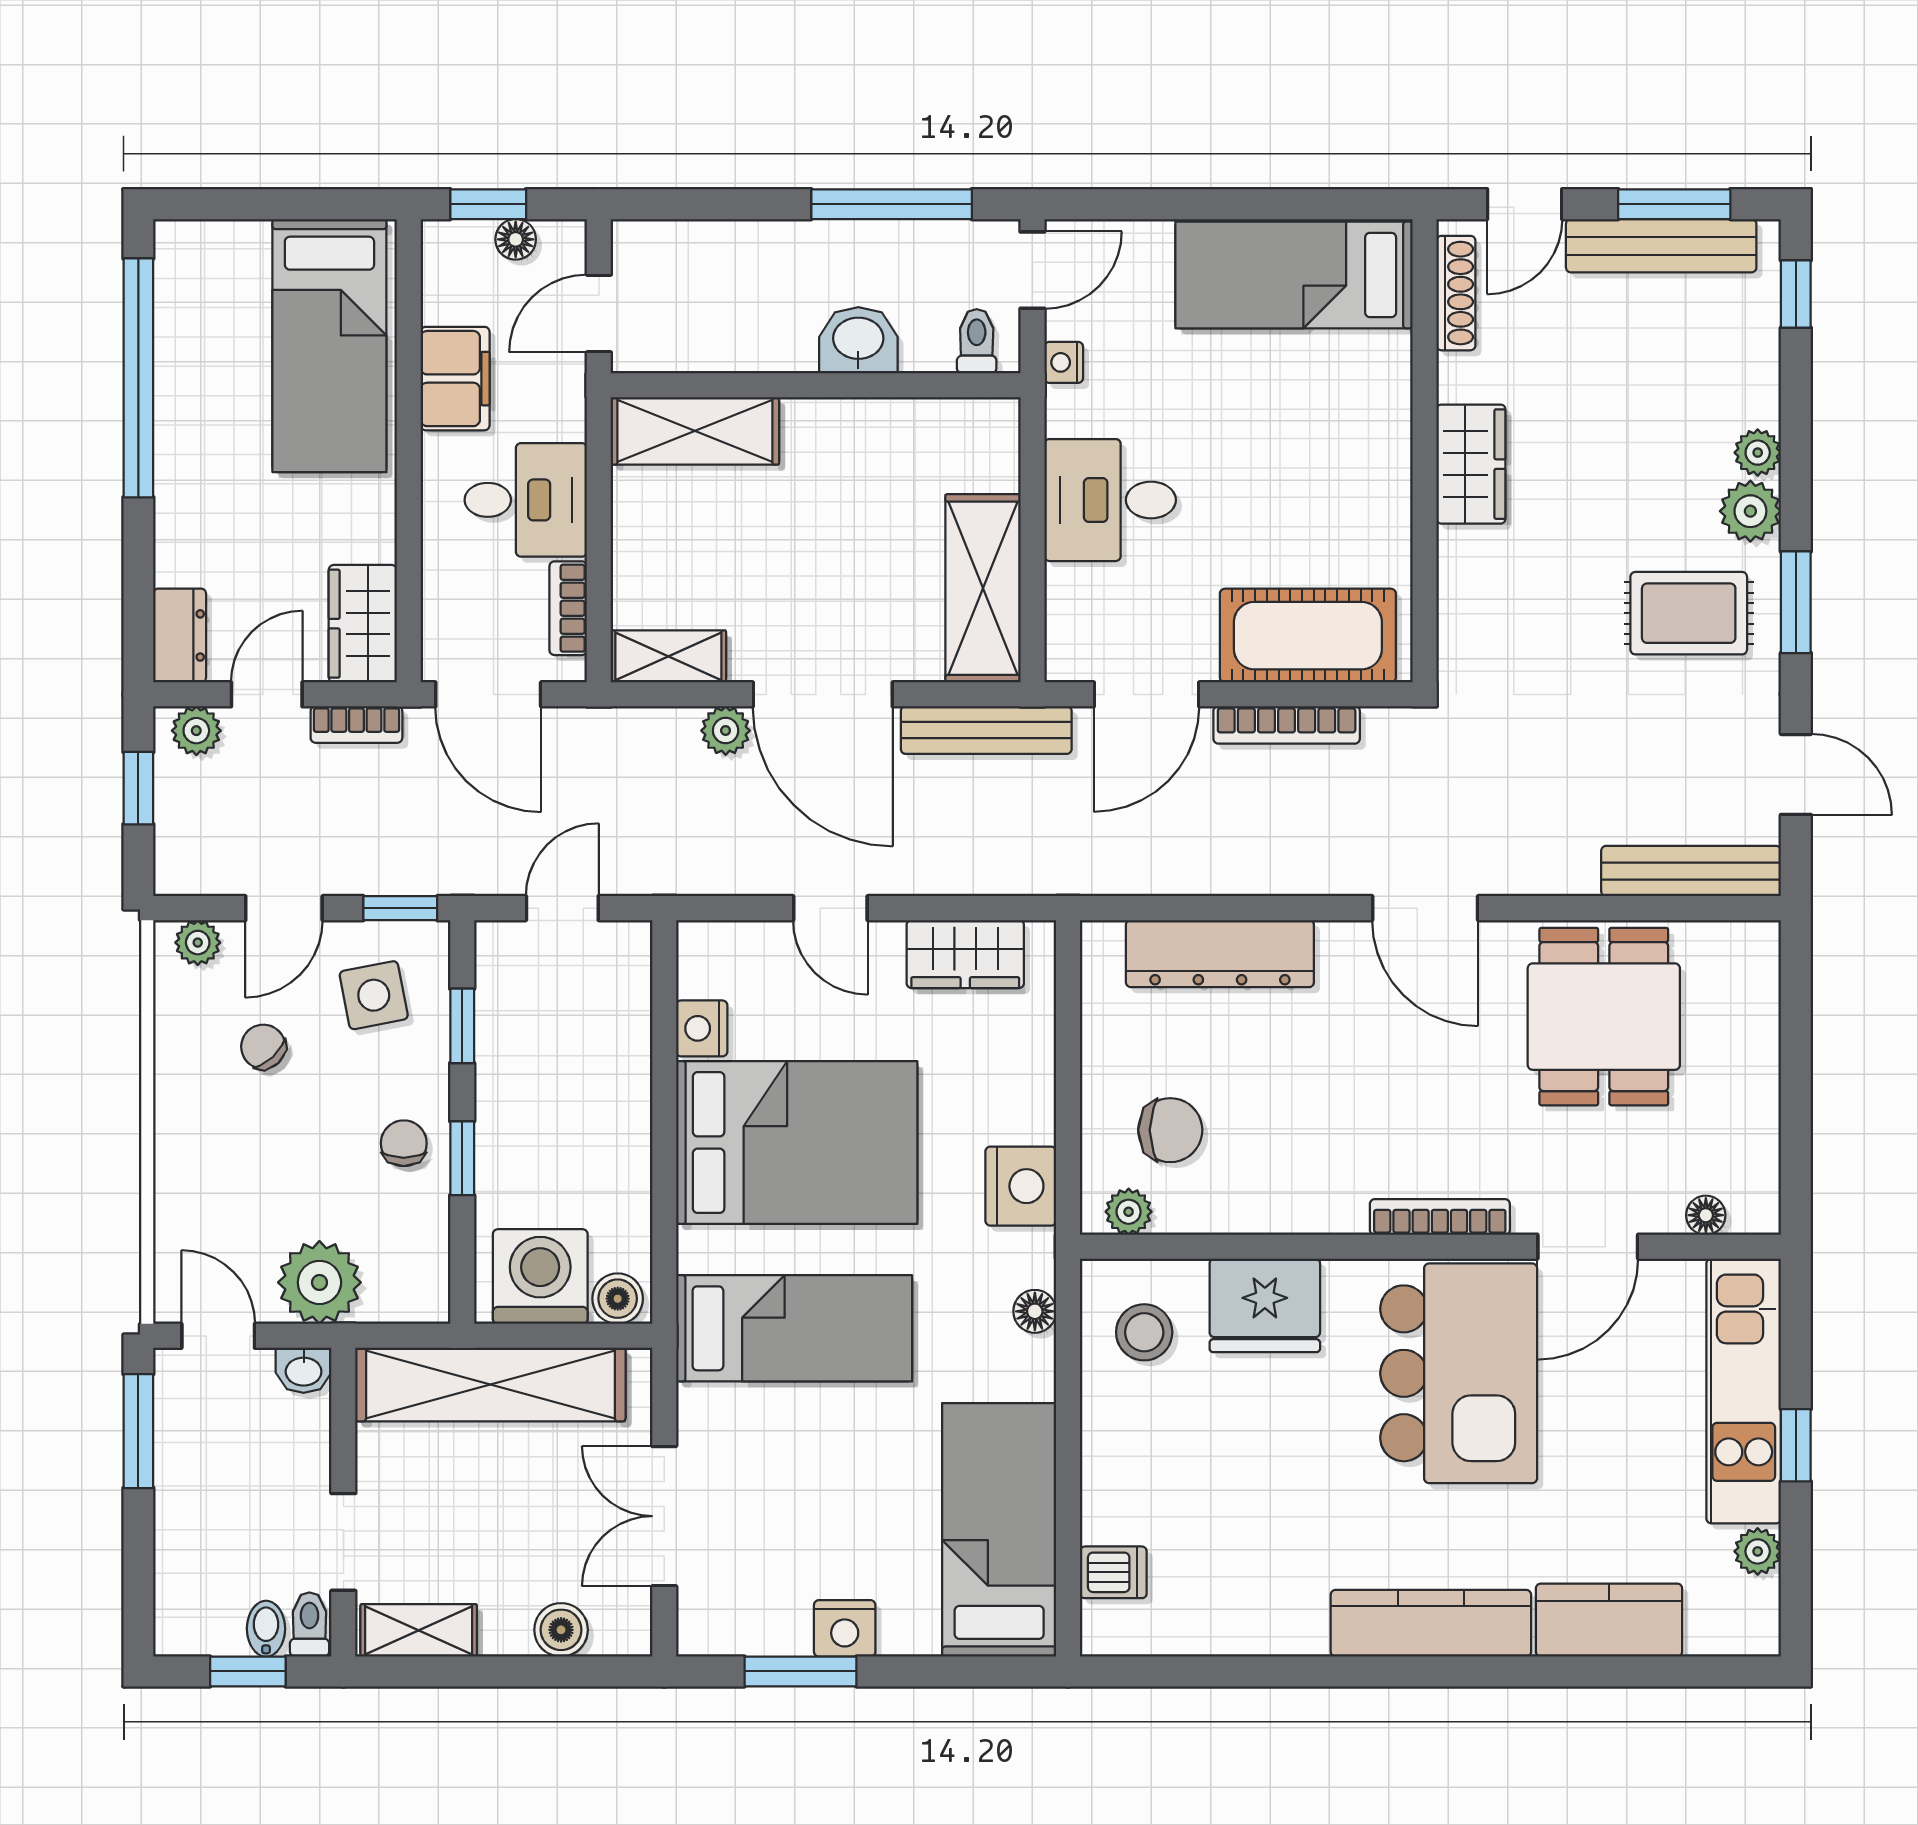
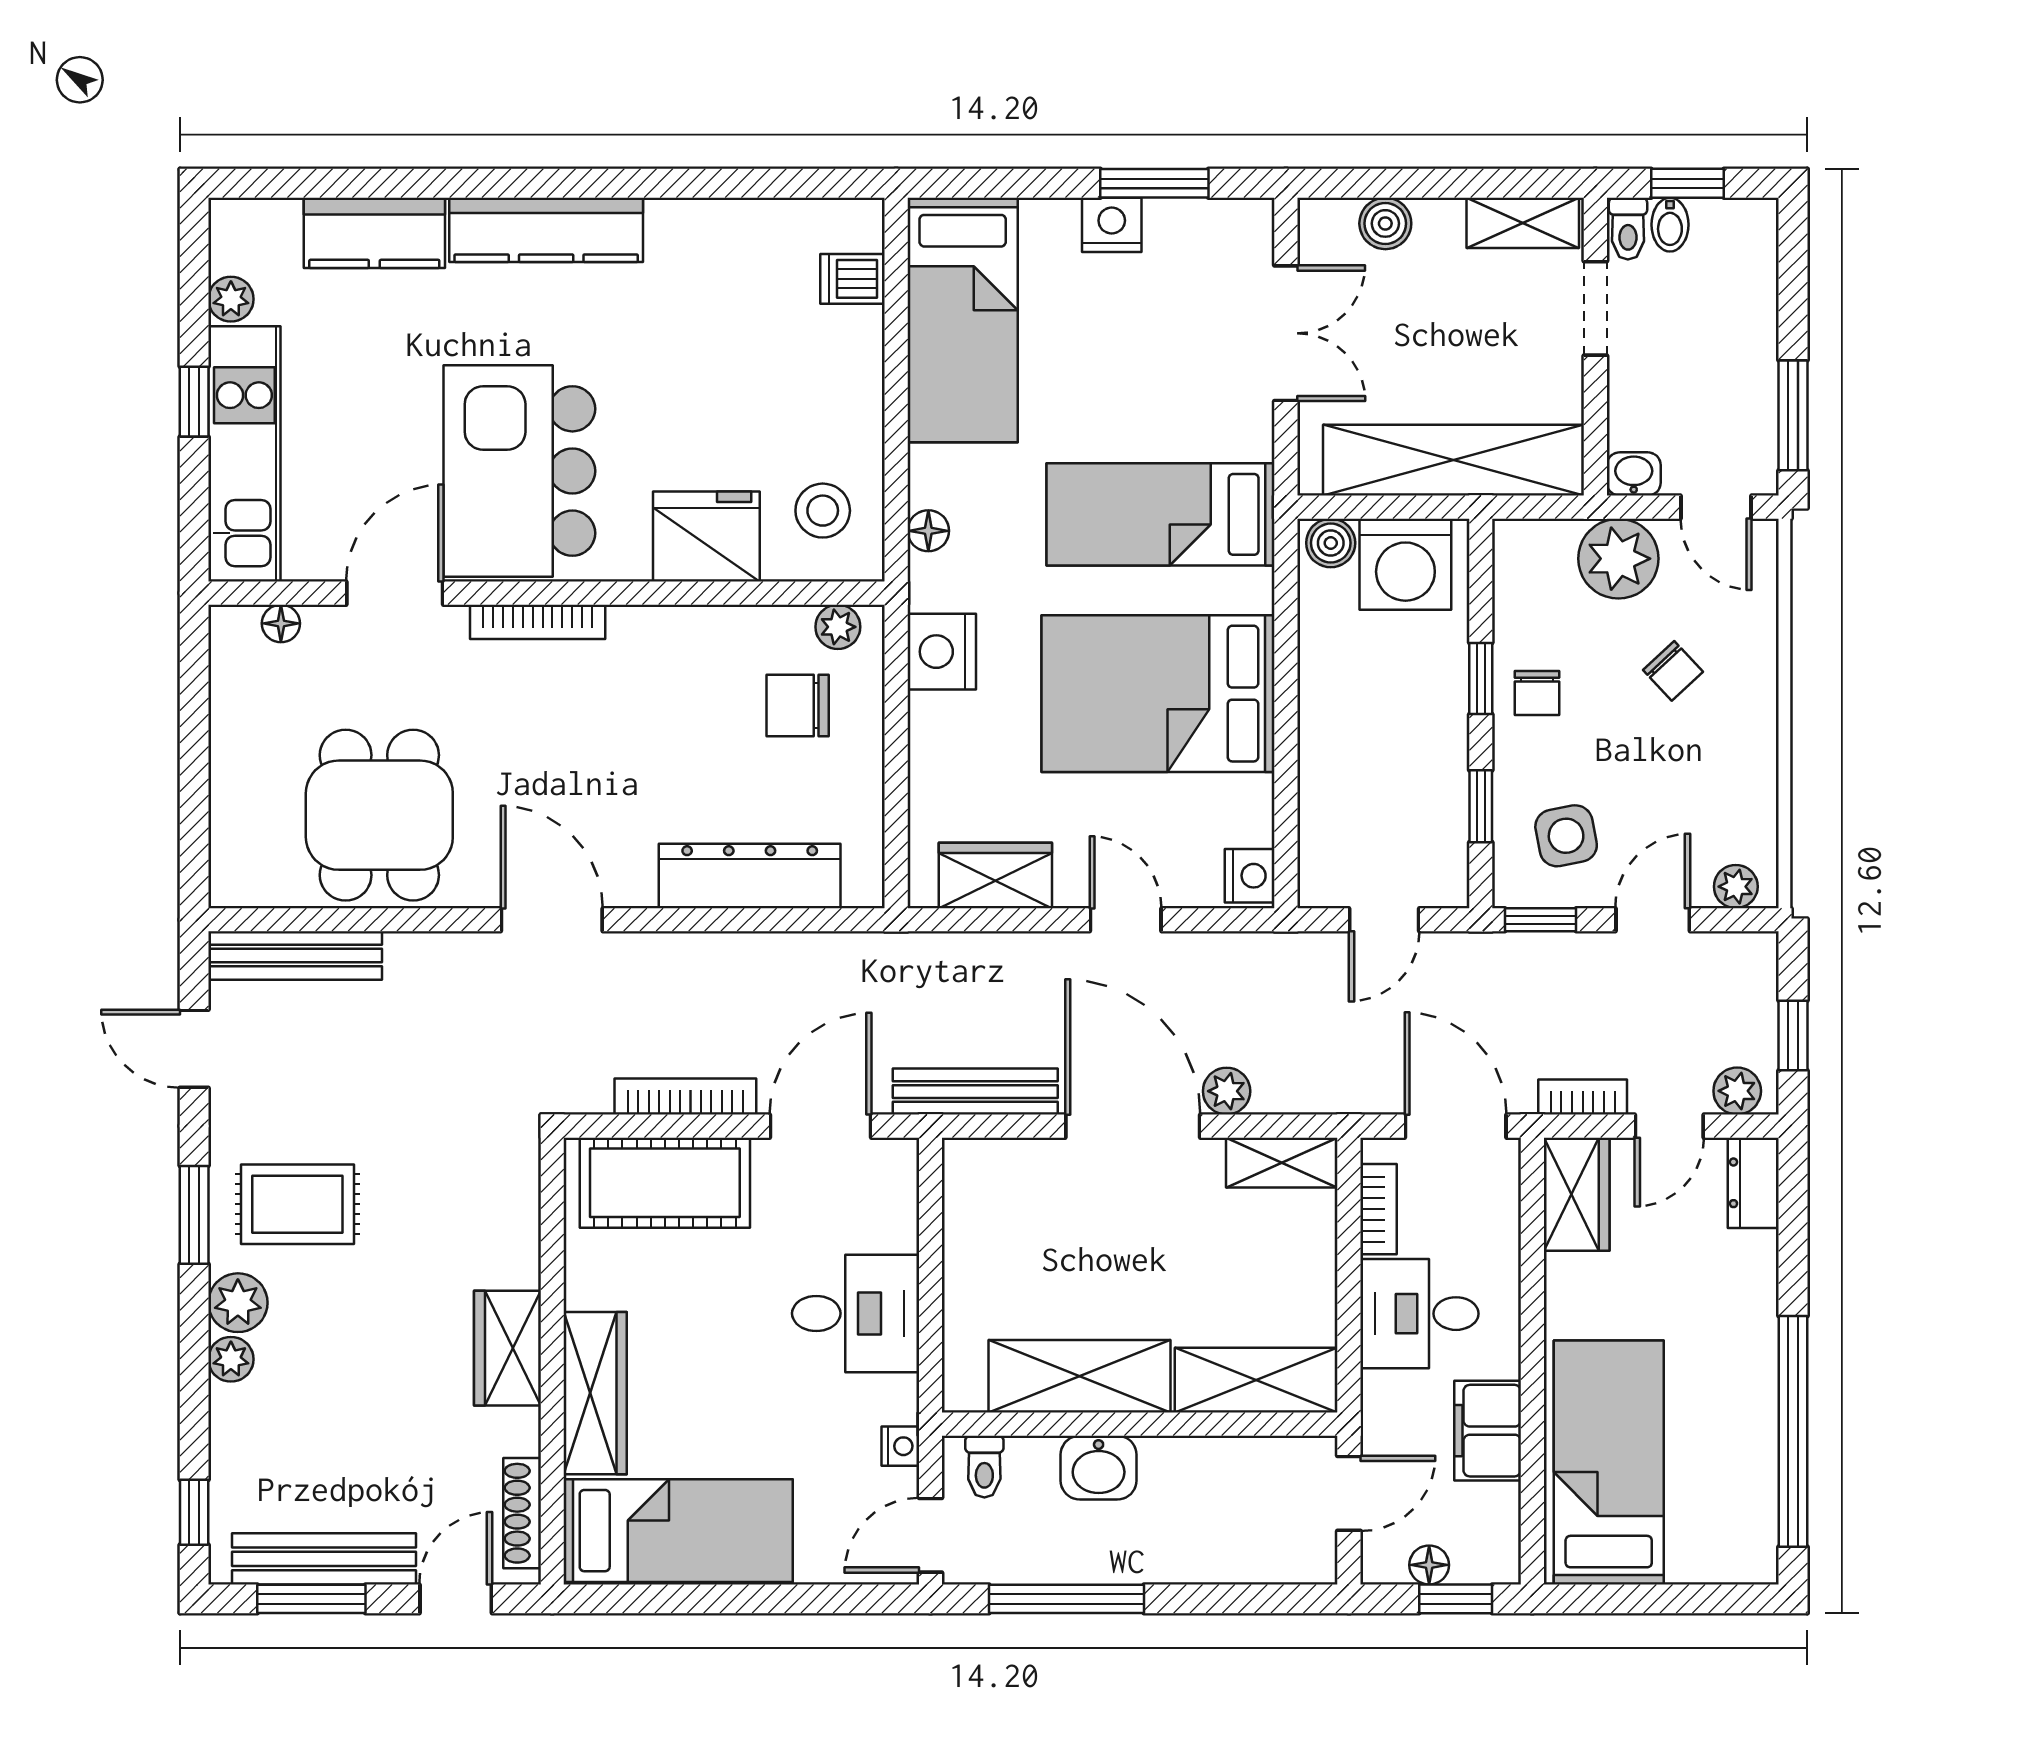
wardrobe: (1380, 417) -> (595, 1393), added
shelving: (983, 588) -> (1079, 1376), moved, turned 90
nightstand: (702, 1028) -> (1250, 876), moved
chair: (263, 1047) -> (1673, 671), moved

